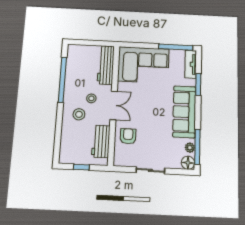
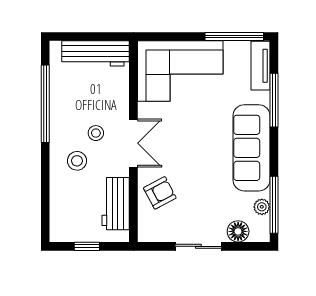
workbench: (106, 65) -> (96, 53), moved, turned -90
window: (198, 84) -> (274, 100), width x1.44
armchair: (128, 136) -> (160, 193), turned 62
floor lamp: (188, 163) -> (238, 231), moved

